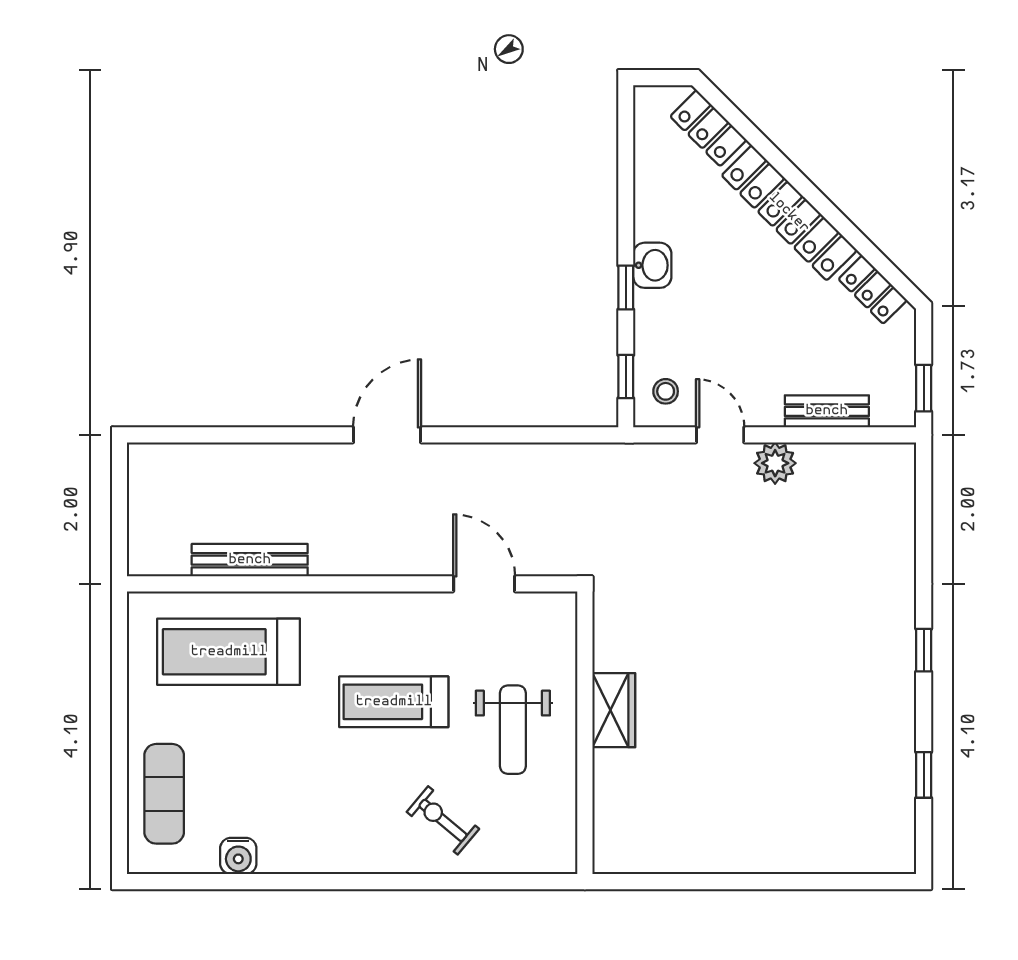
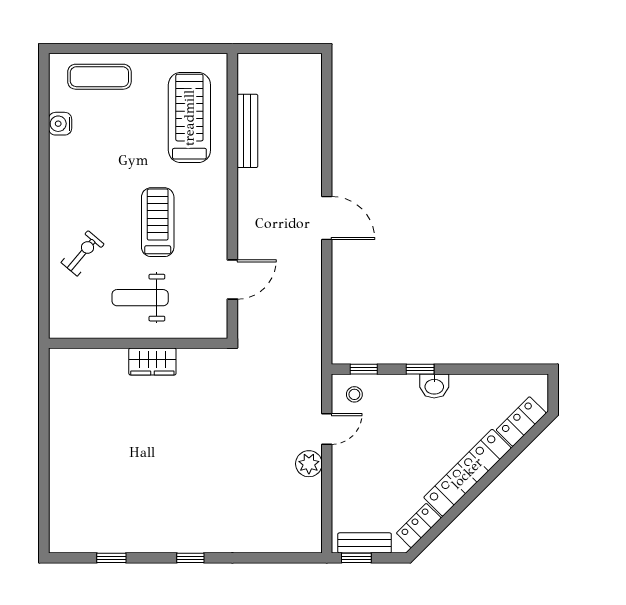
bench: (827, 411) -> (365, 543), moved, turned 90

